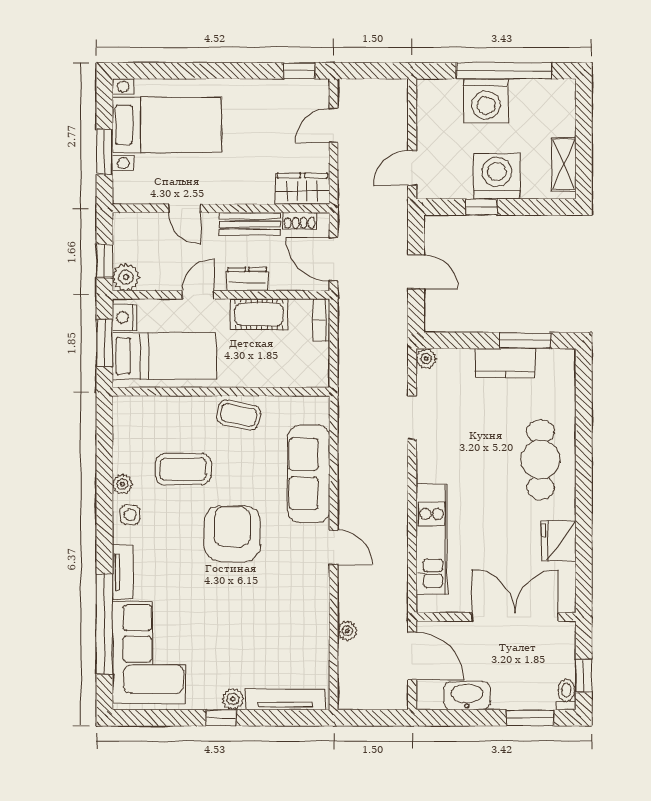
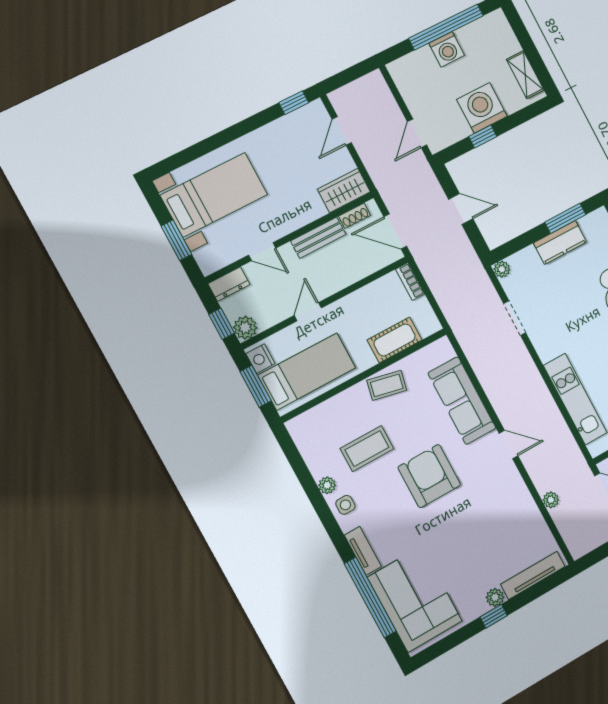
washing machine: (486, 101) -> (447, 49), width x0.73, depth x0.73
dresser: (247, 279) -> (229, 284), moved, turned 180
cot: (259, 314) -> (395, 340), moved

